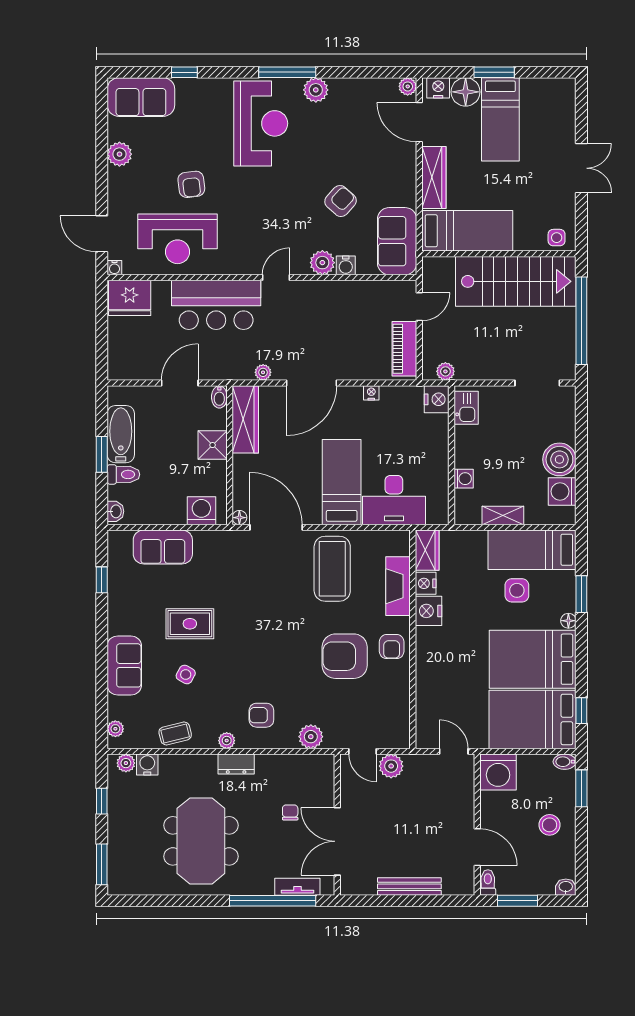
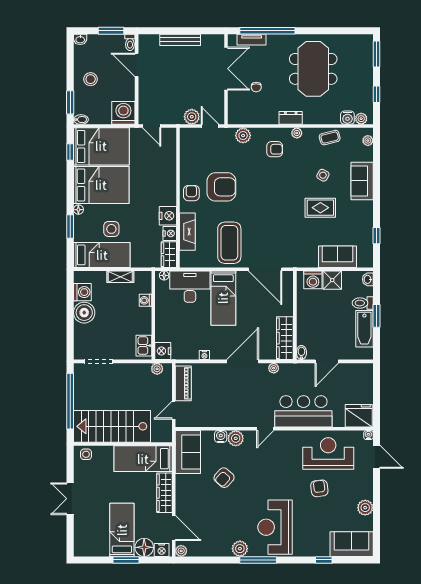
shower: (213, 445) -> (332, 280), moved
floor lamp: (239, 518) -> (164, 275), moved

